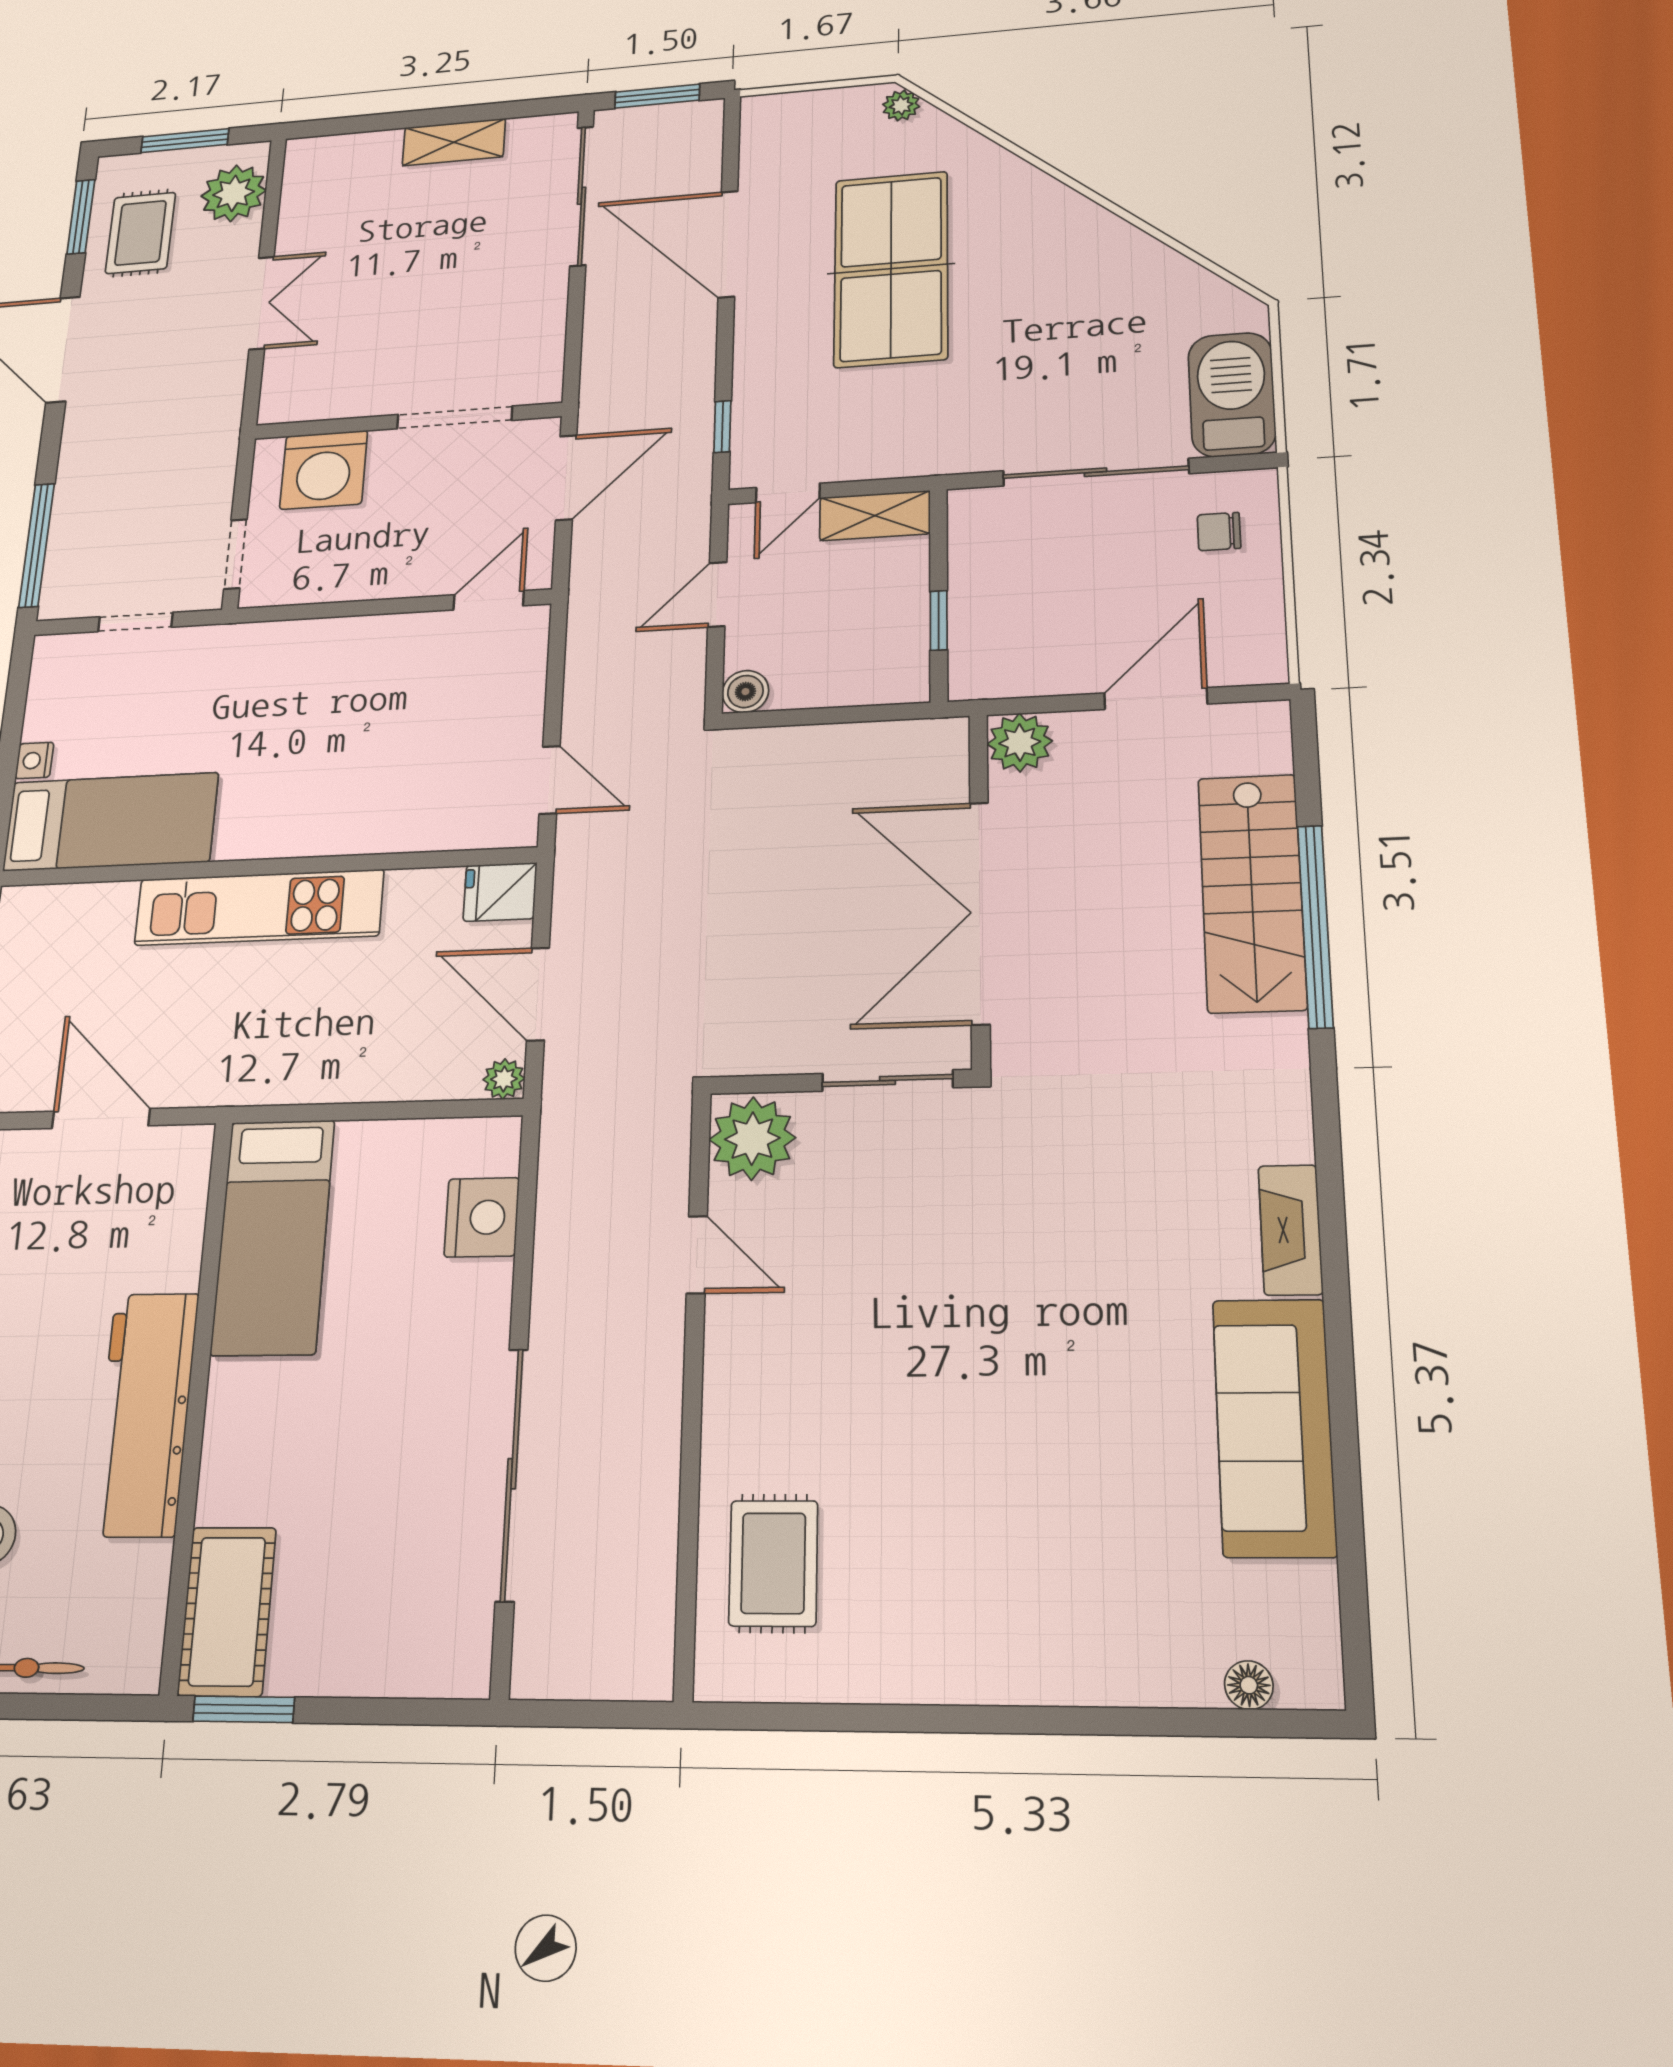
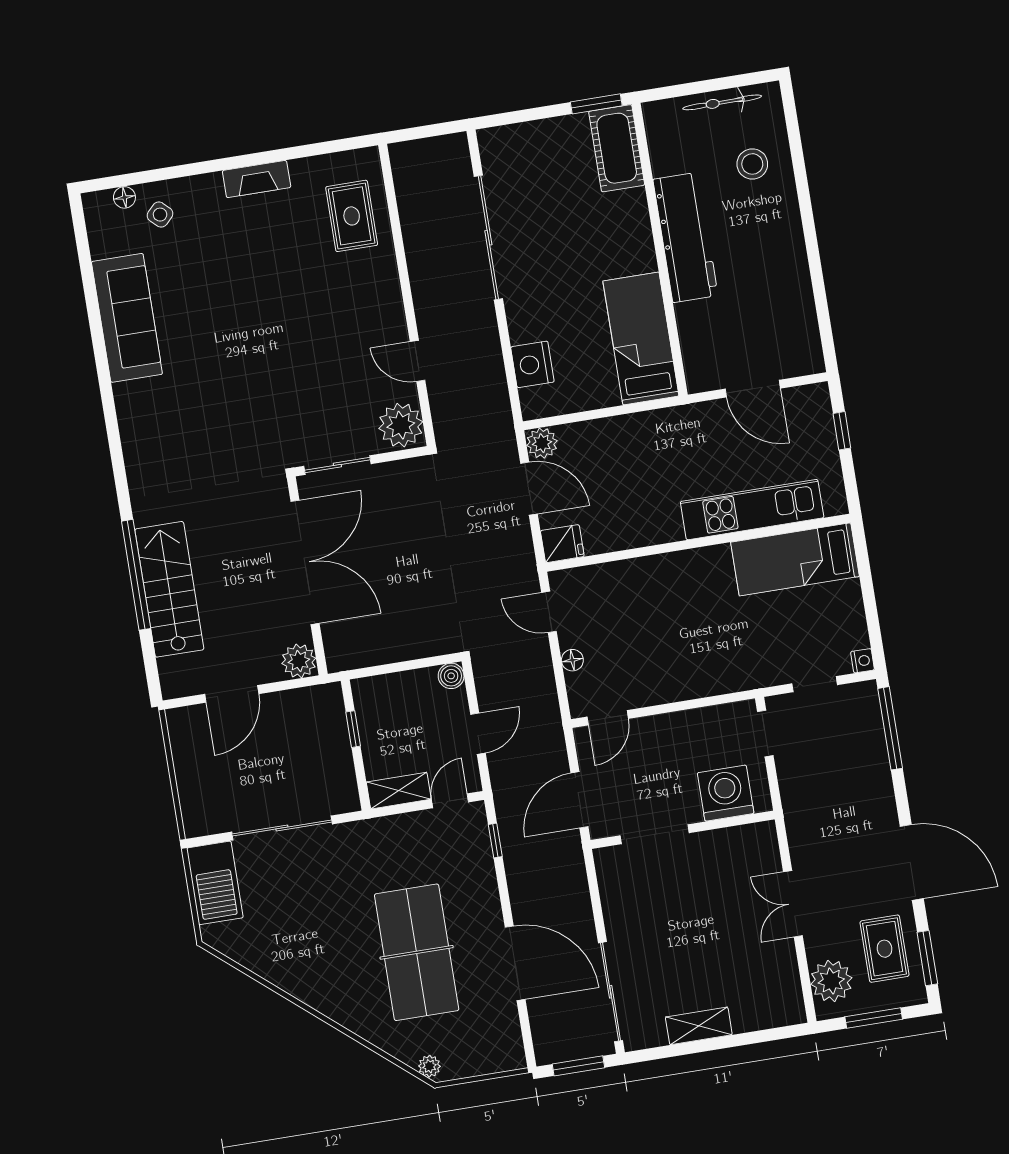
chair: (1219, 532) -> (211, 797), removed
floor lamp: (527, 697) -> (572, 660), added
nightstand: (34, 760) -> (863, 661), moved
kitchen unit: (259, 907) -> (752, 510), moved
plant: (504, 1079) -> (542, 443), width x1.38, depth x1.38
fireplace: (1290, 1230) -> (257, 179), moved, turned 90
side table: (1175, 1634) -> (160, 215), added

